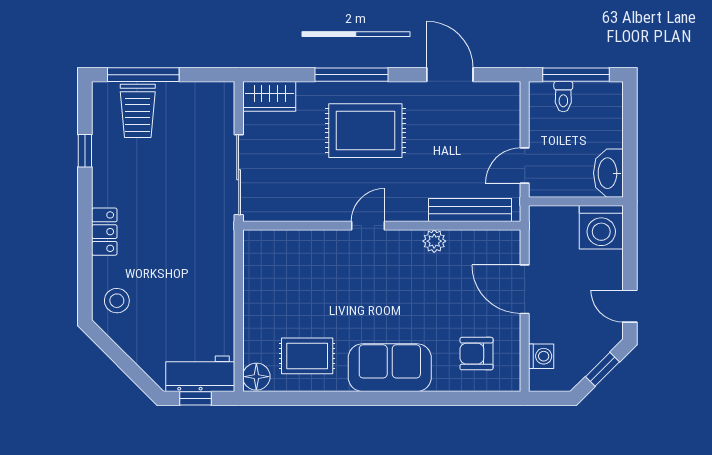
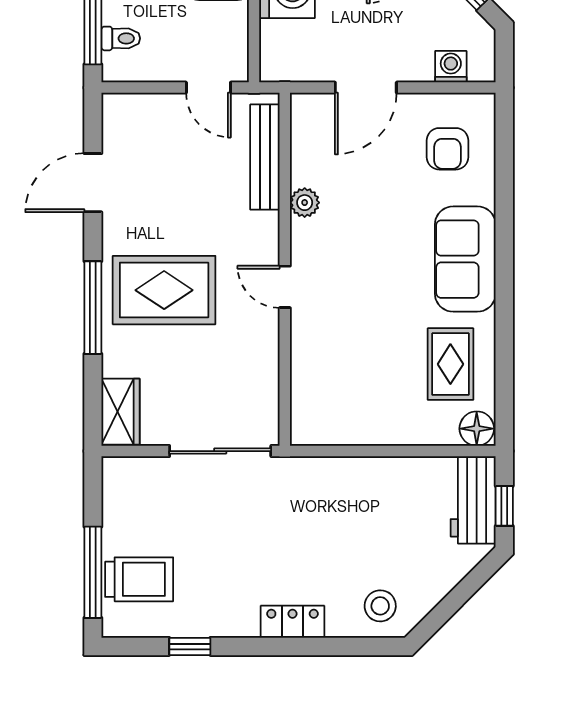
rug: (365, 131) -> (164, 290), turned 90

